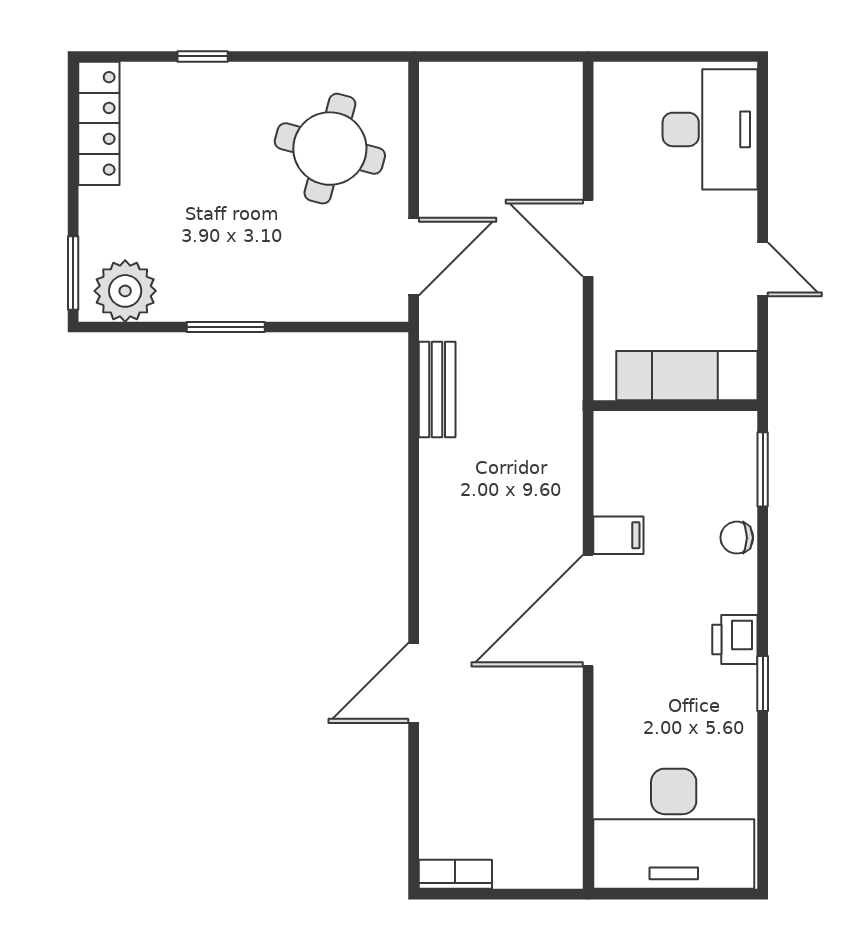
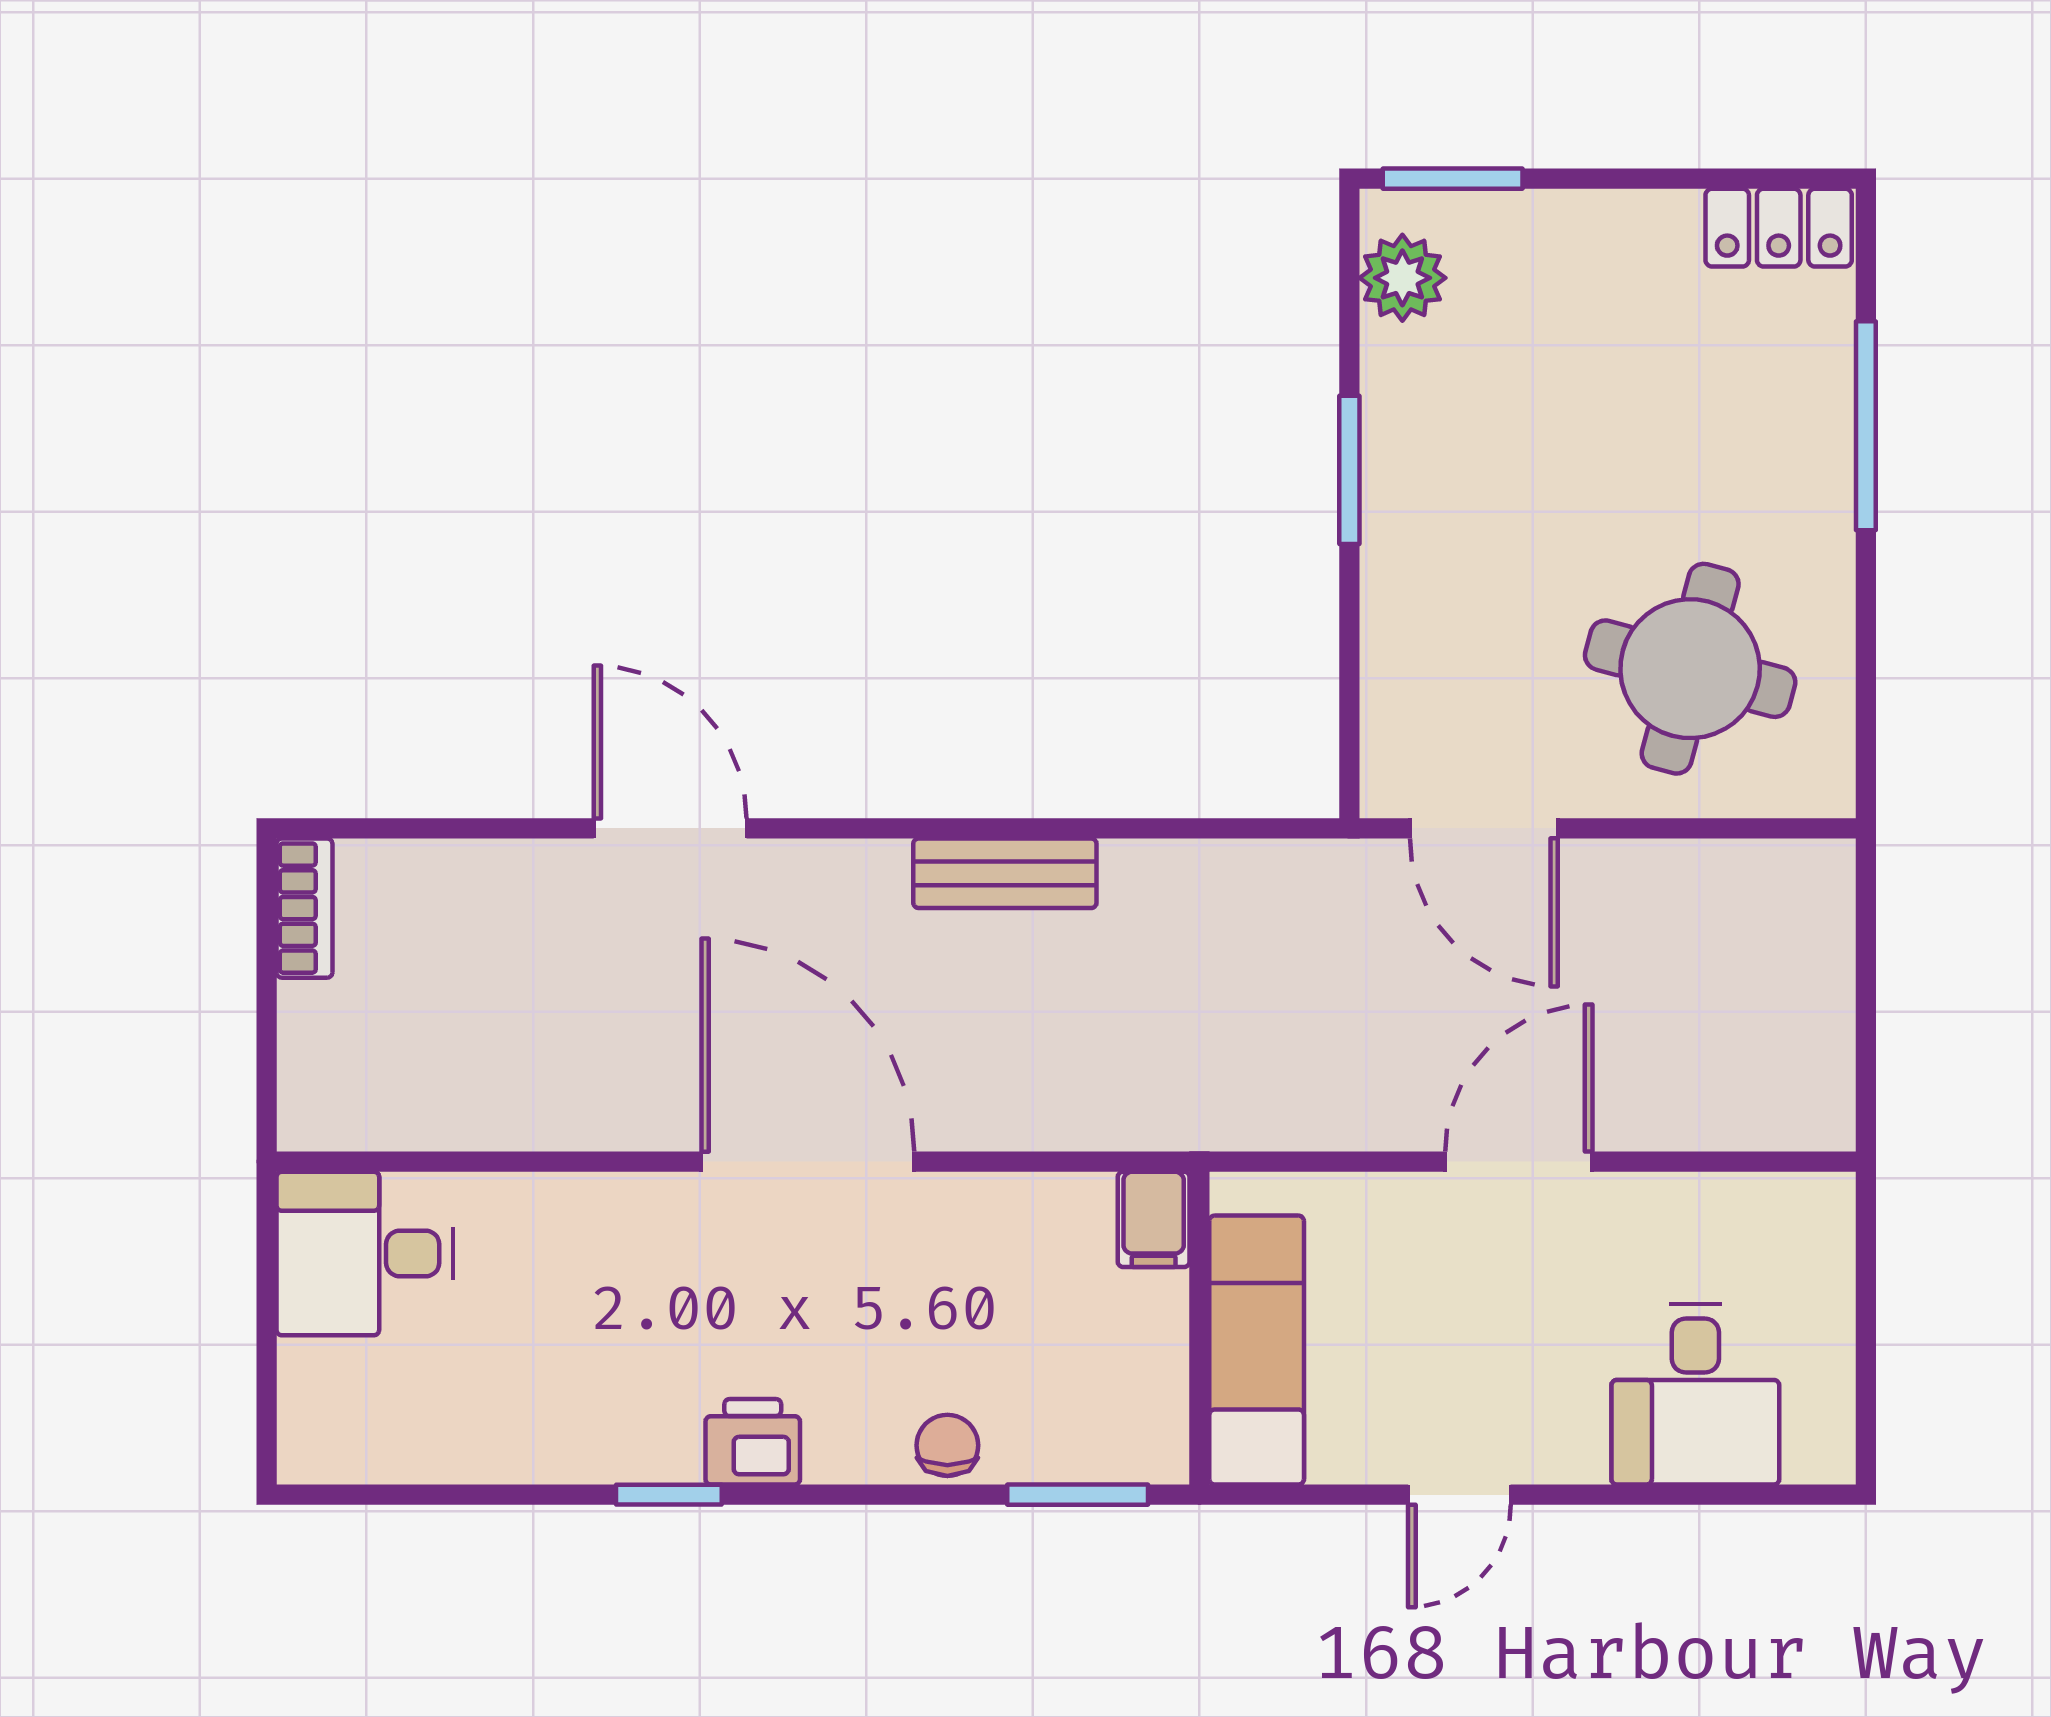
window: (203, 56) -> (1866, 426), width x2.17
locker: (99, 123) -> (1779, 228), width x0.66
desk: (710, 129) -> (1695, 1394), width x0.73
plant: (125, 291) -> (1402, 278), width x0.73, depth x0.73
bench: (437, 390) -> (1005, 873), moved
filing cabinet: (618, 535) -> (1154, 1219), moved
desk: (674, 829) -> (365, 1254), width x0.53, depth x0.77

